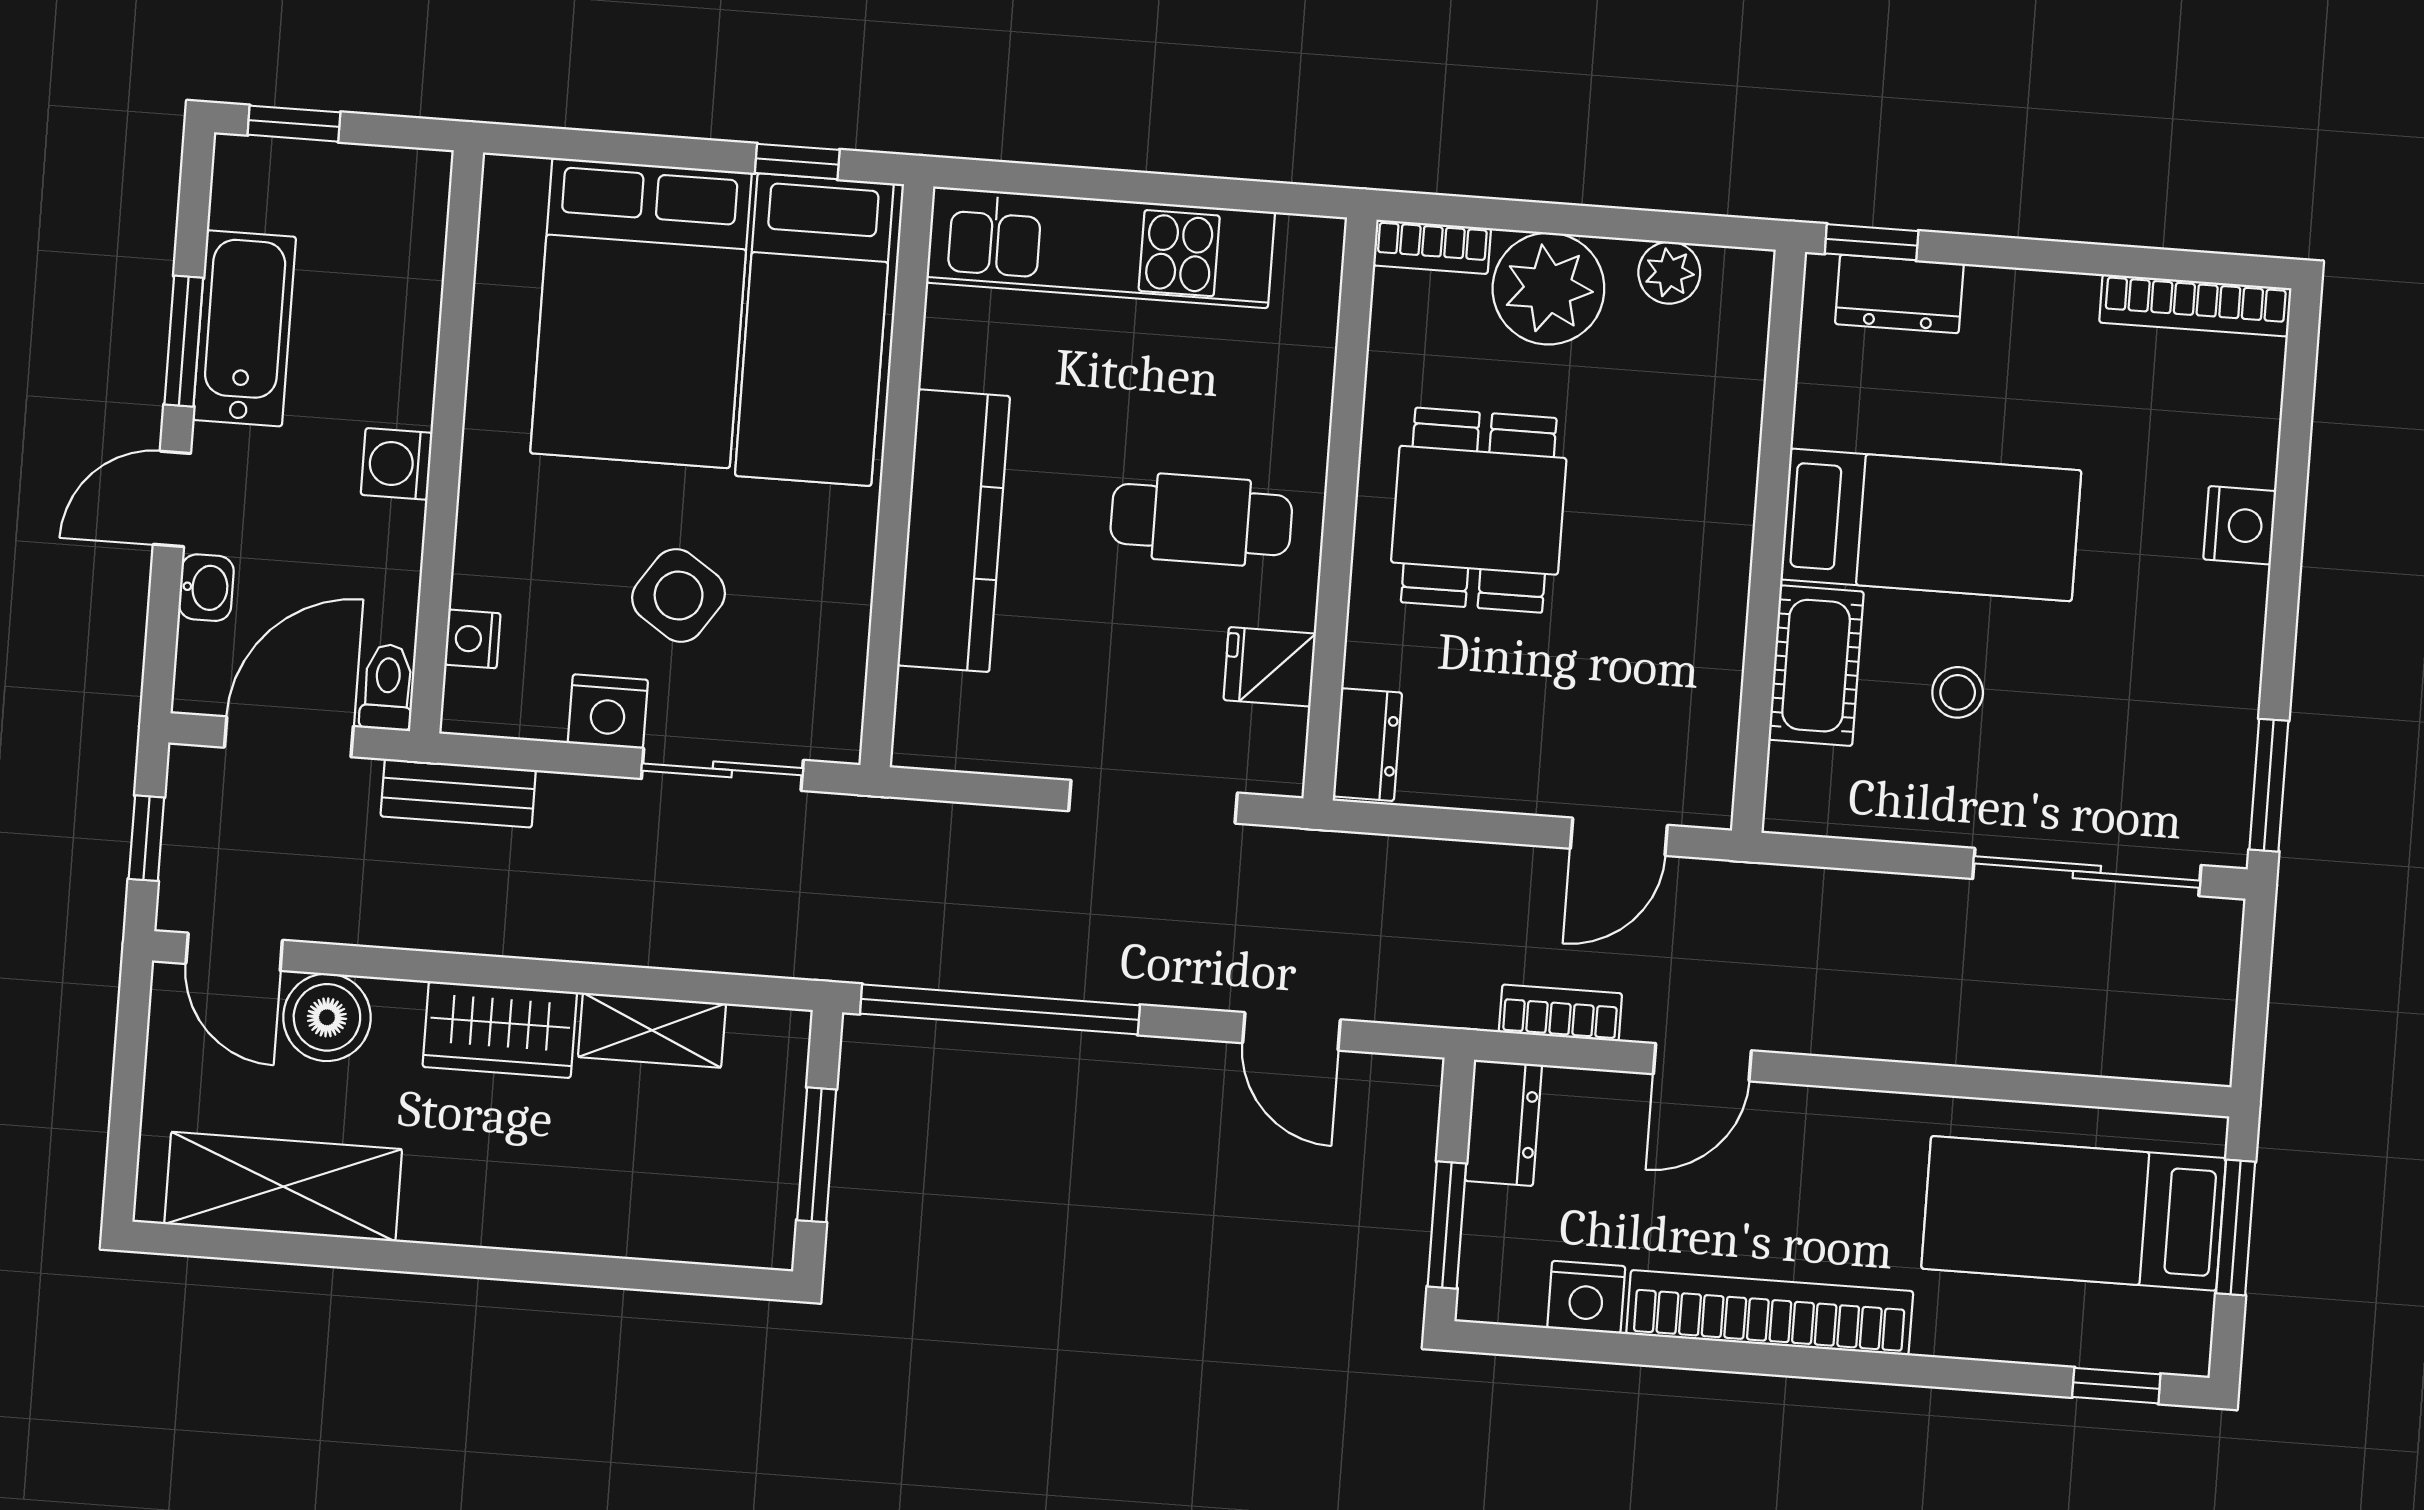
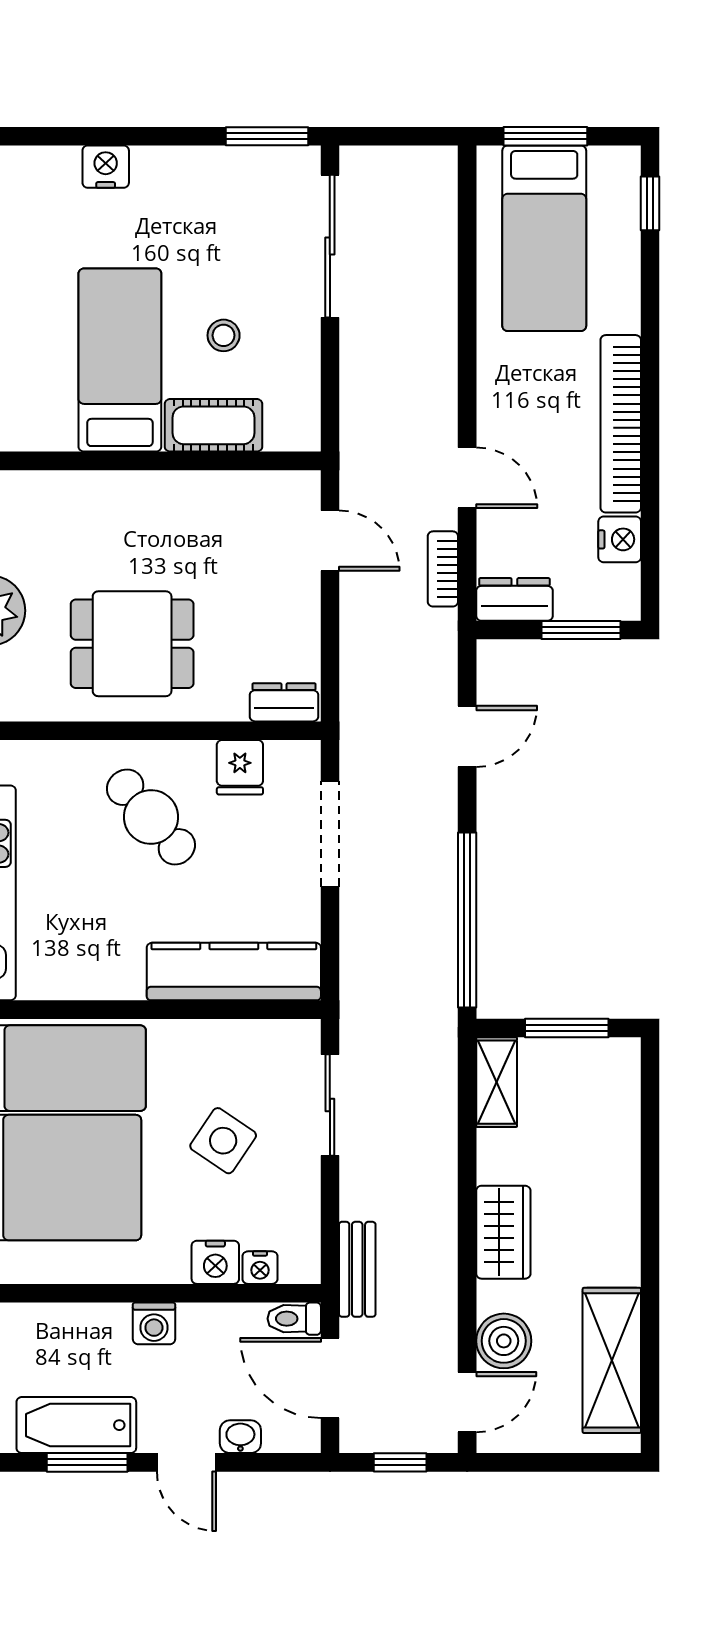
cafe table: (1201, 520) -> (151, 817), turned -41
kitchen counter: (954, 531) -> (234, 972), moved
nightstand: (608, 711) -> (215, 1262), moved, turned 90
shelving: (652, 1030) -> (497, 1082), moved

